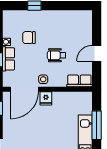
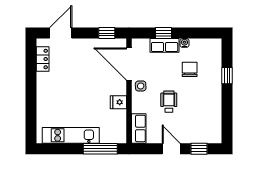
window: (97, 30) -> (199, 149), added
fridge: (46, 98) -> (118, 102), moved
window: (97, 125) -> (100, 149), moved

